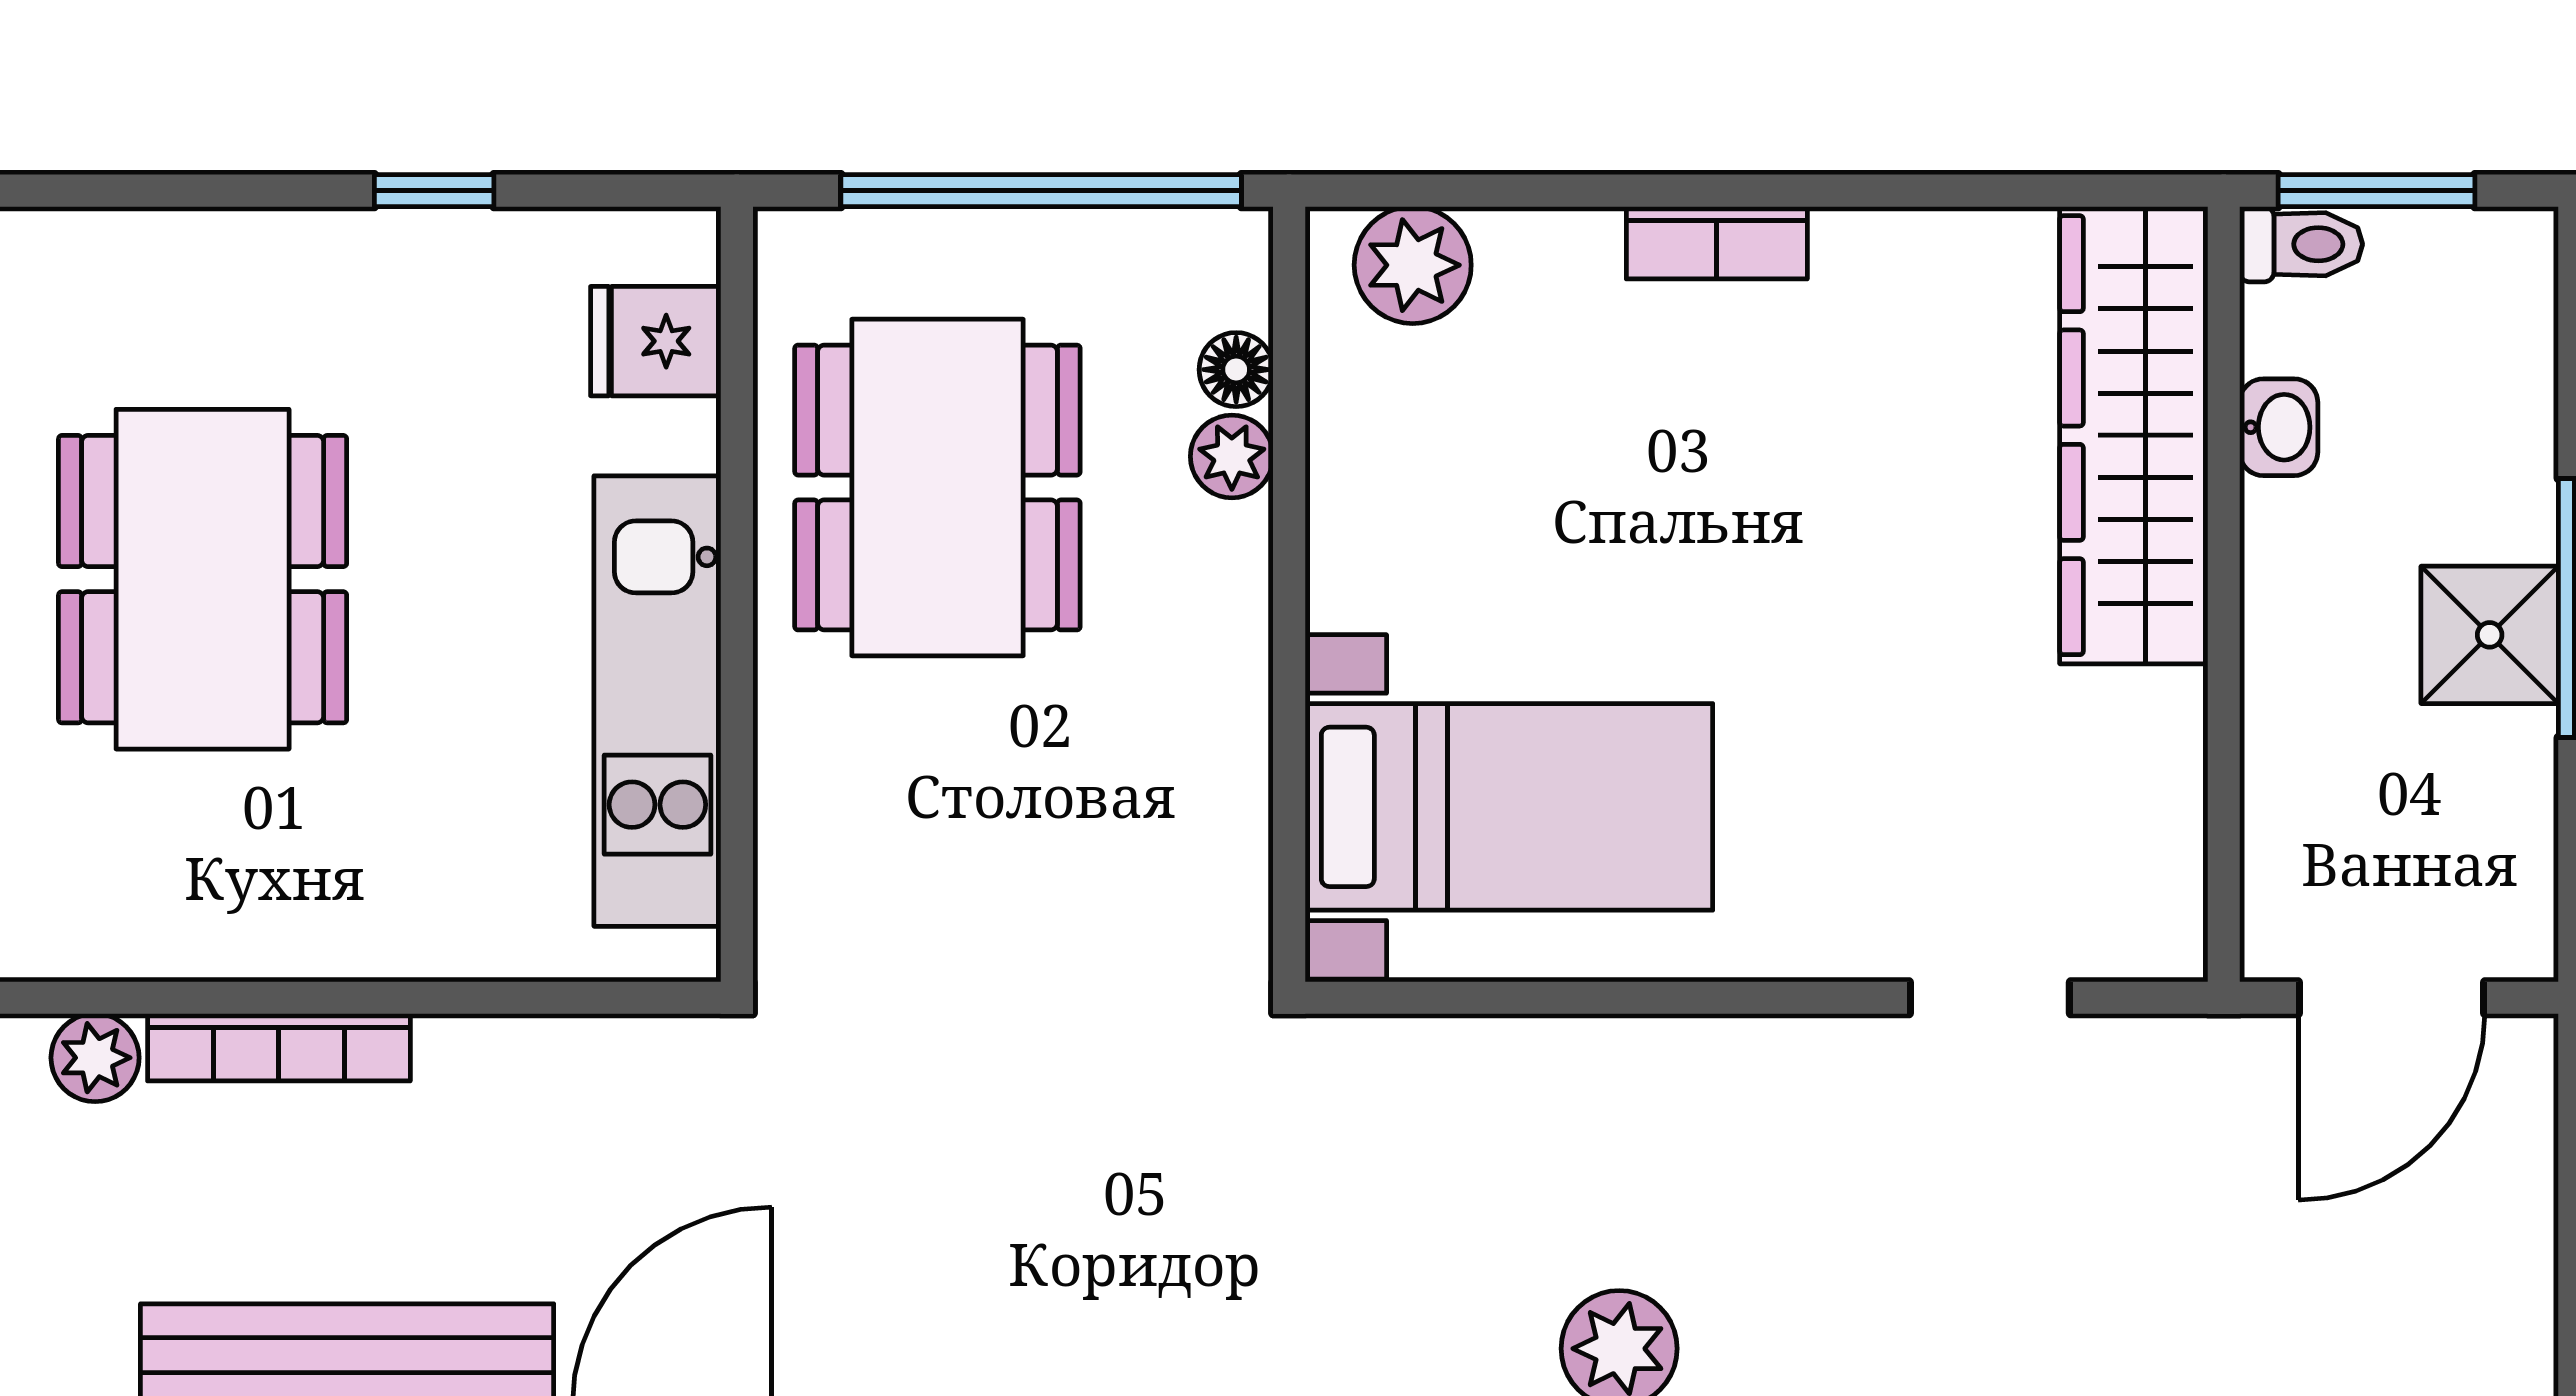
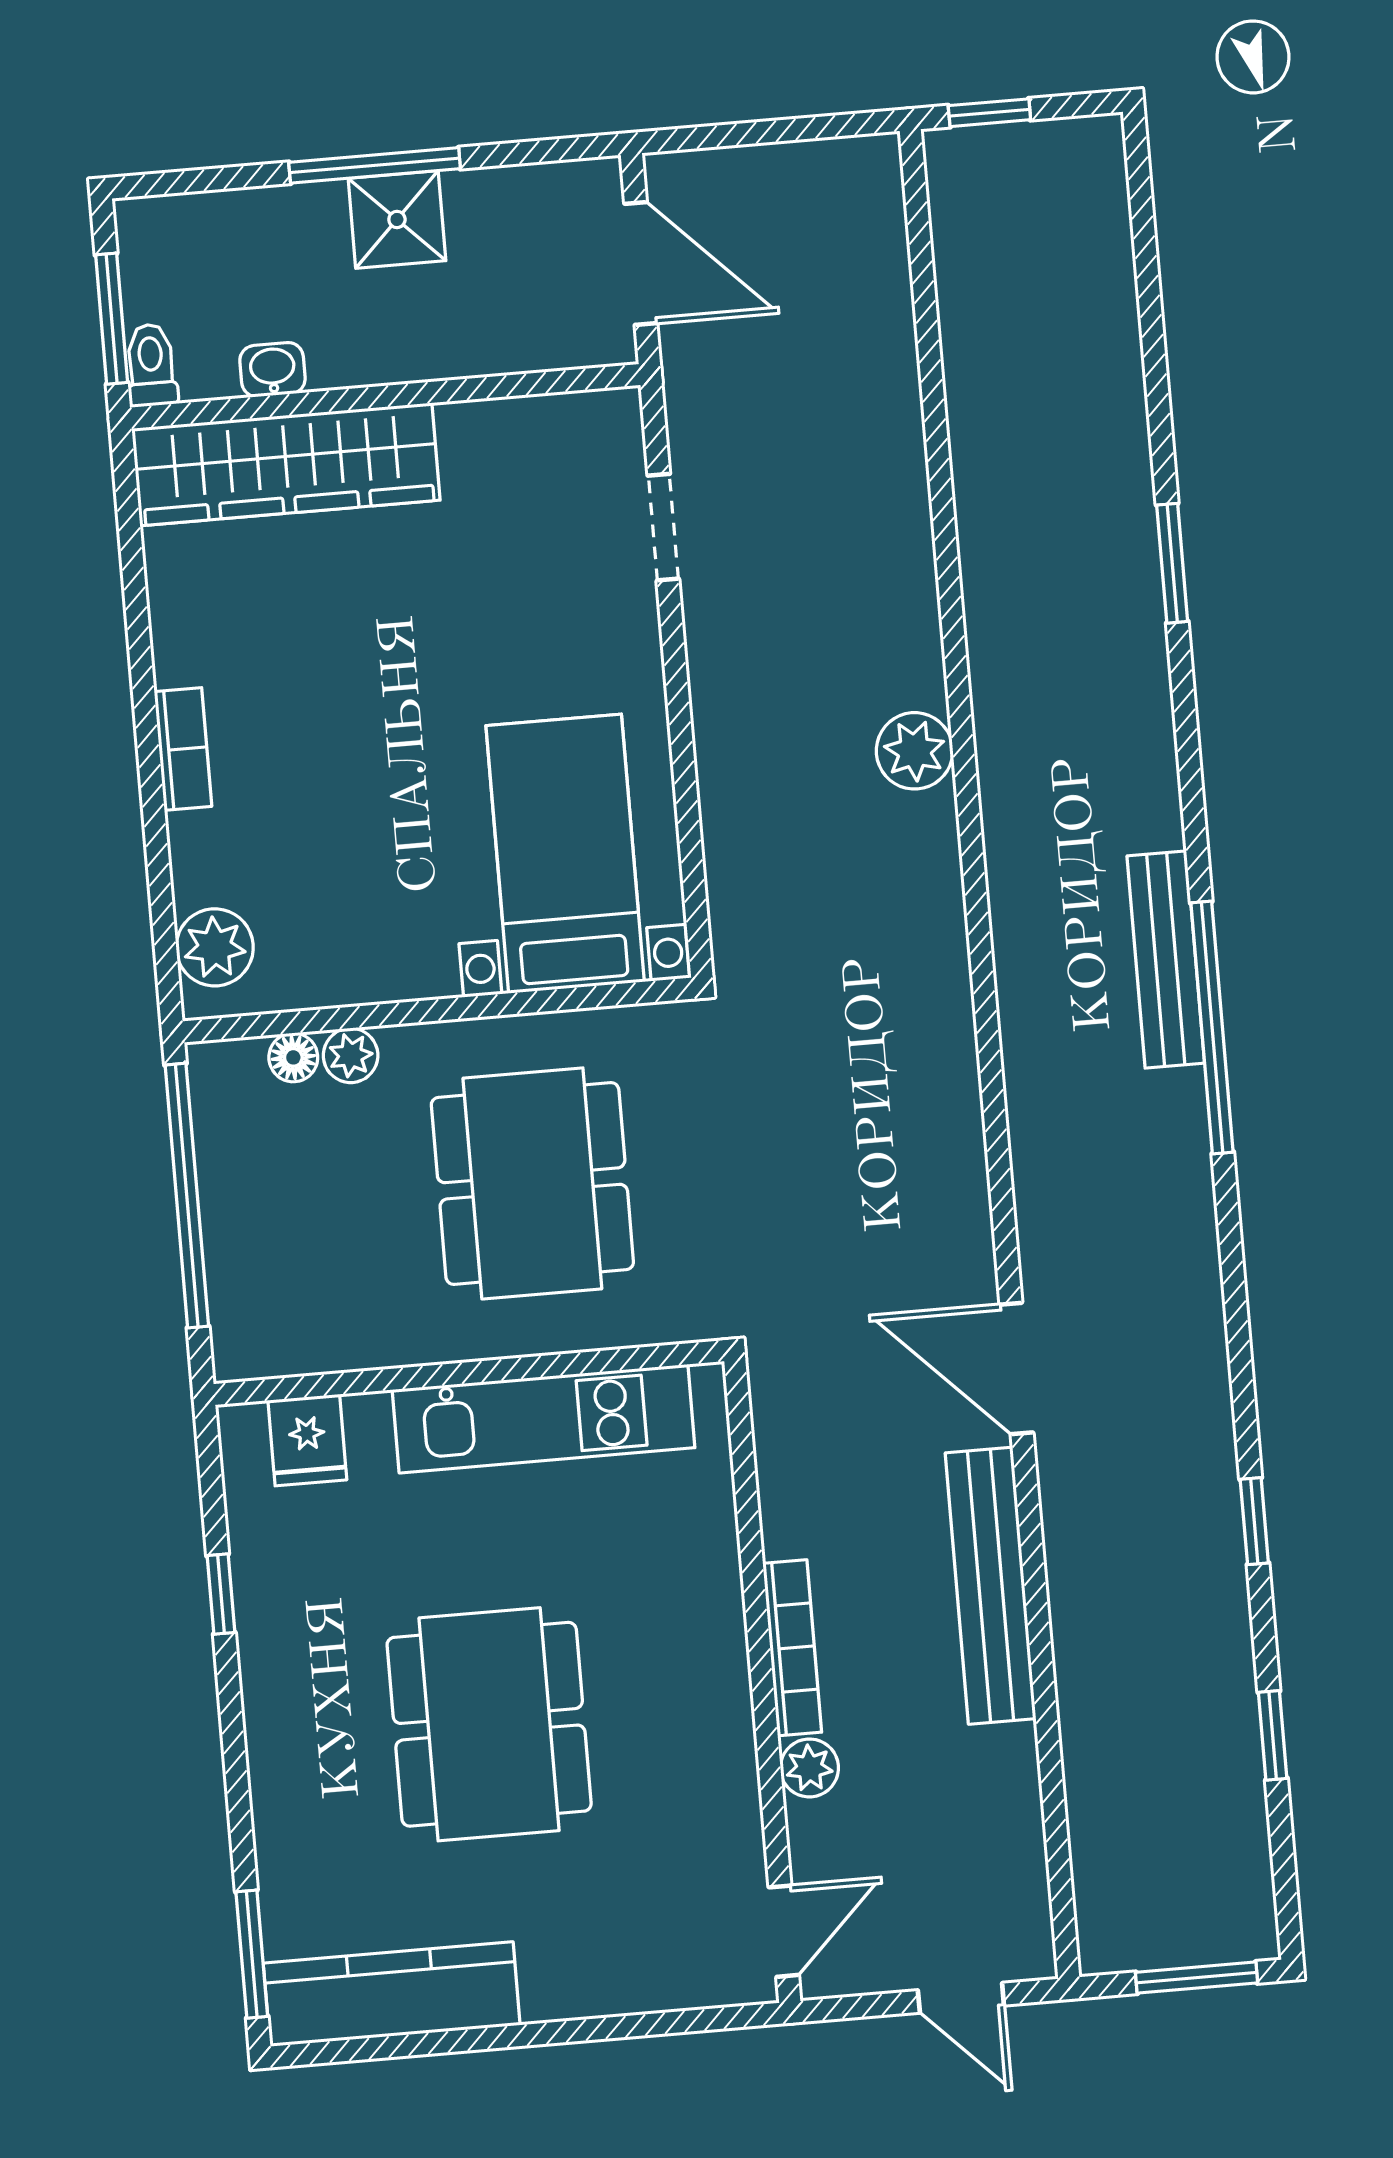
dining table: (937, 488) -> (532, 1183), moved, turned 90
dining table: (203, 579) -> (489, 1724), turned 90

